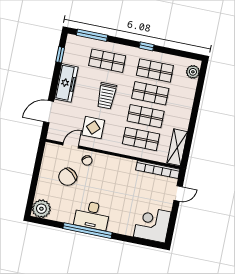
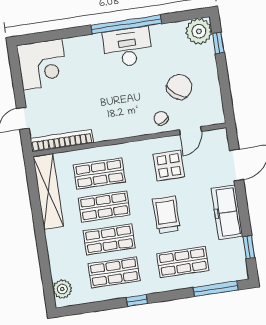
shelving: (177, 147) -> (48, 192), width x1.47
window: (31, 196) -> (218, 43), added

